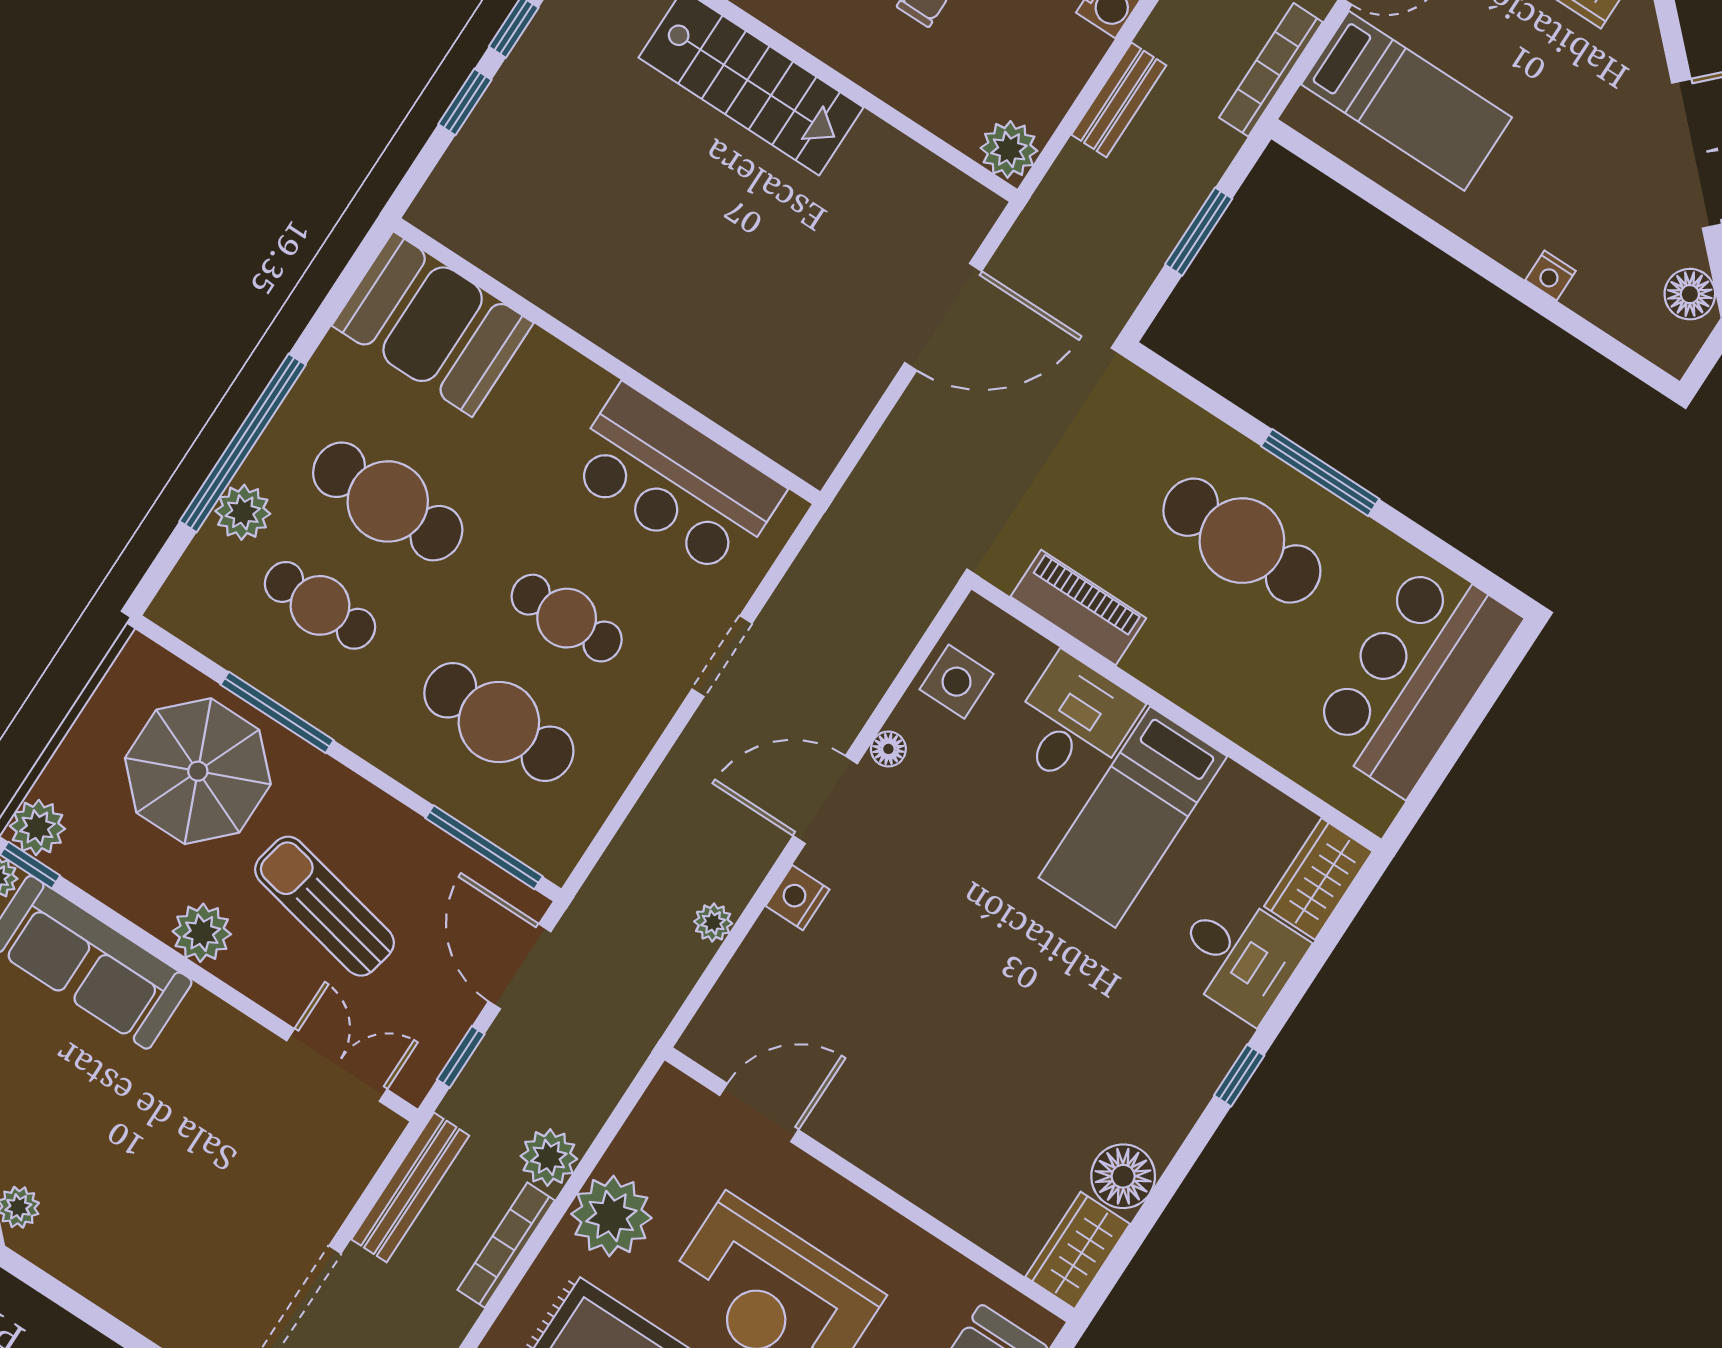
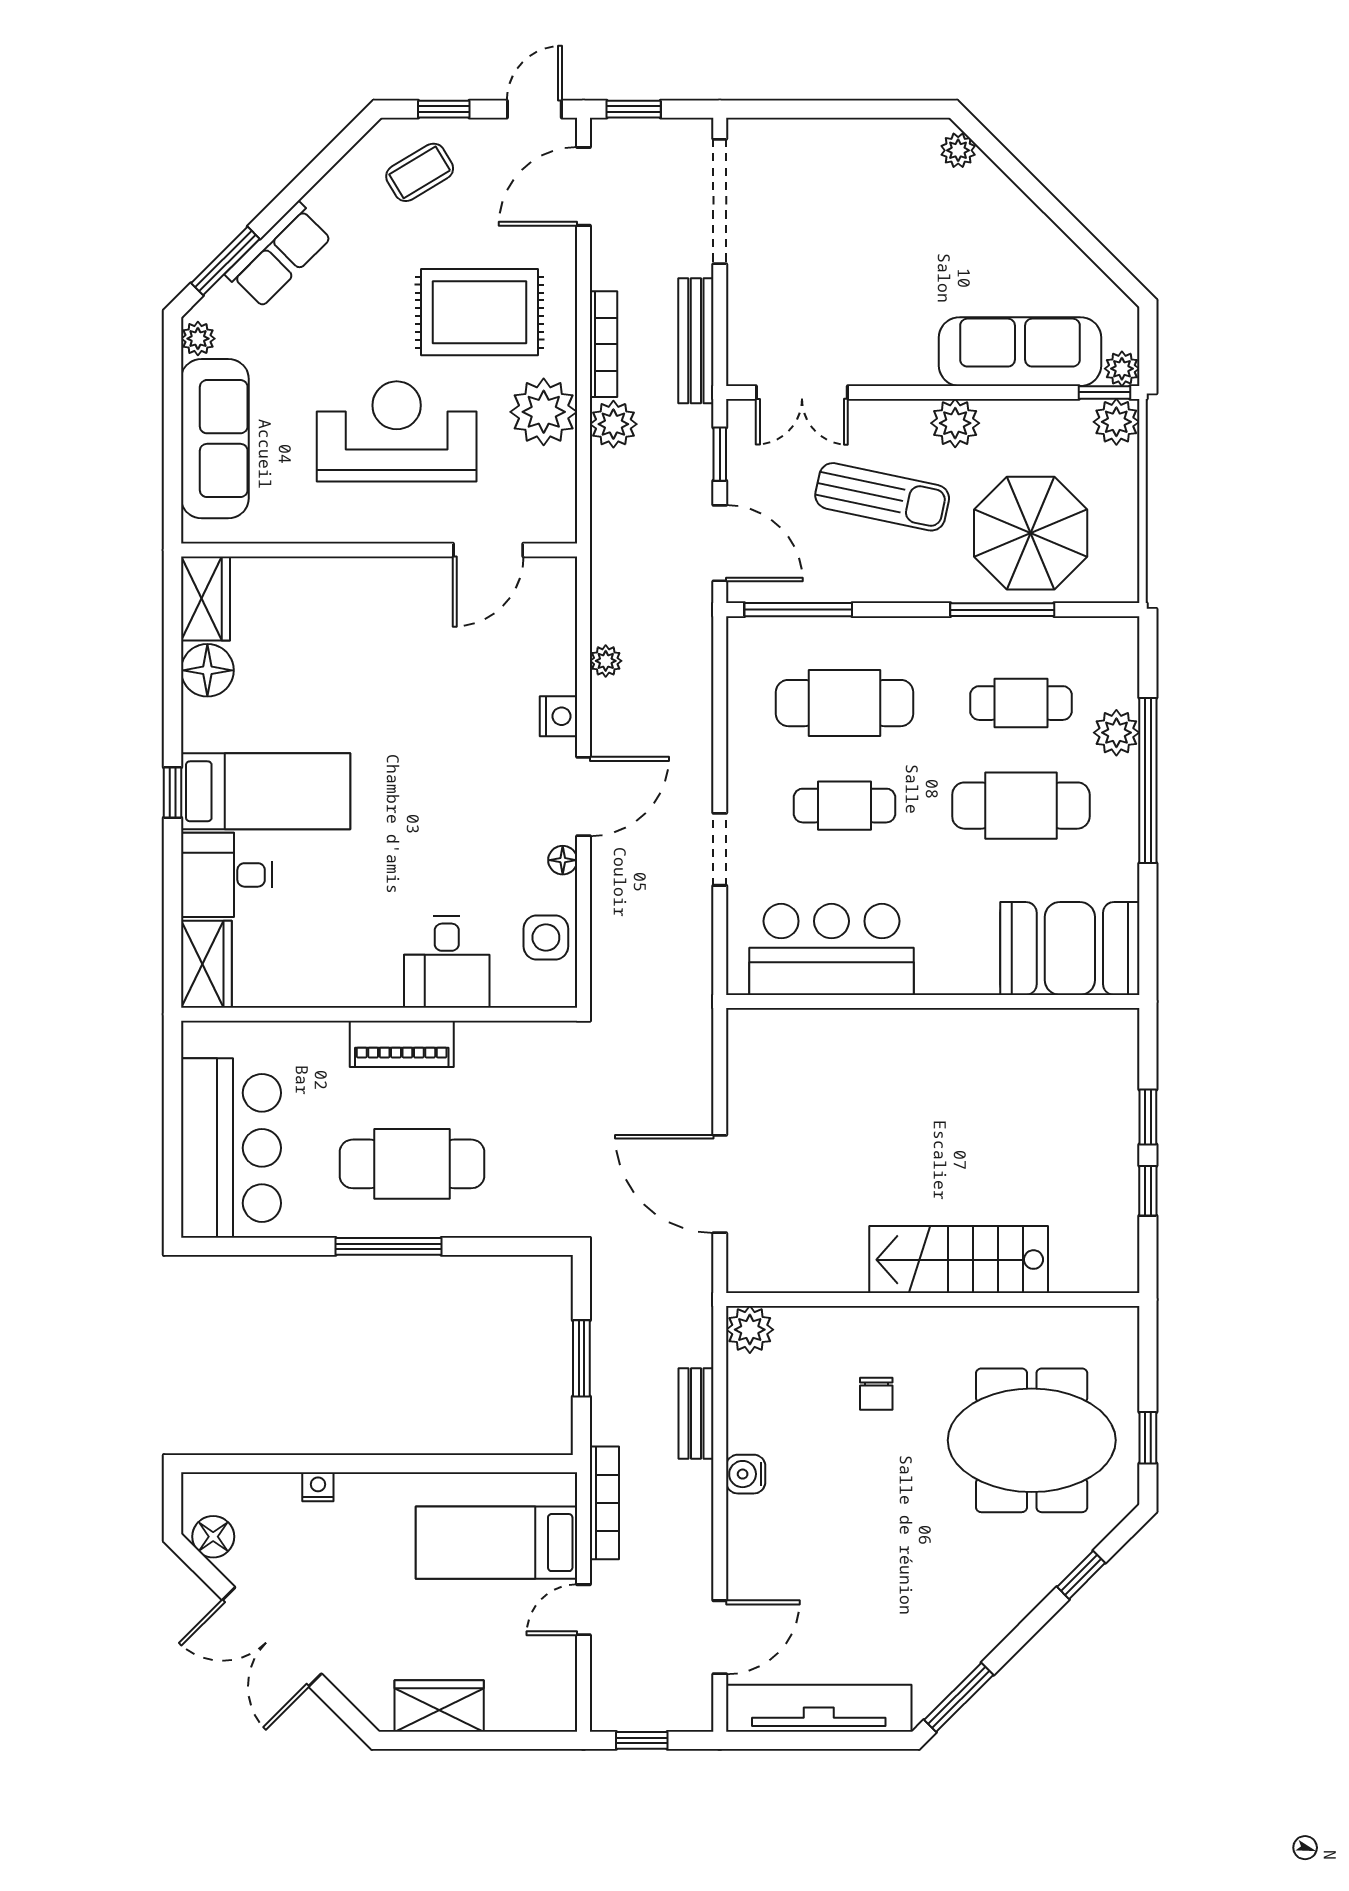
door: (943, 317) -> (720, 1184), hinge flipped
piano: (1078, 607) -> (402, 1044), moved
bed: (1133, 817) -> (266, 791), moved, turned 90

